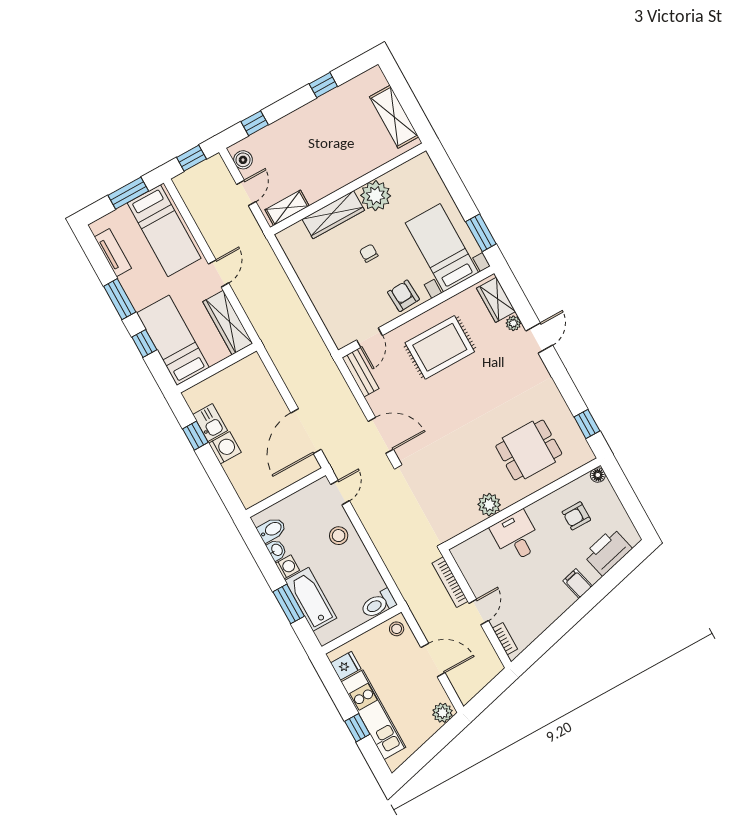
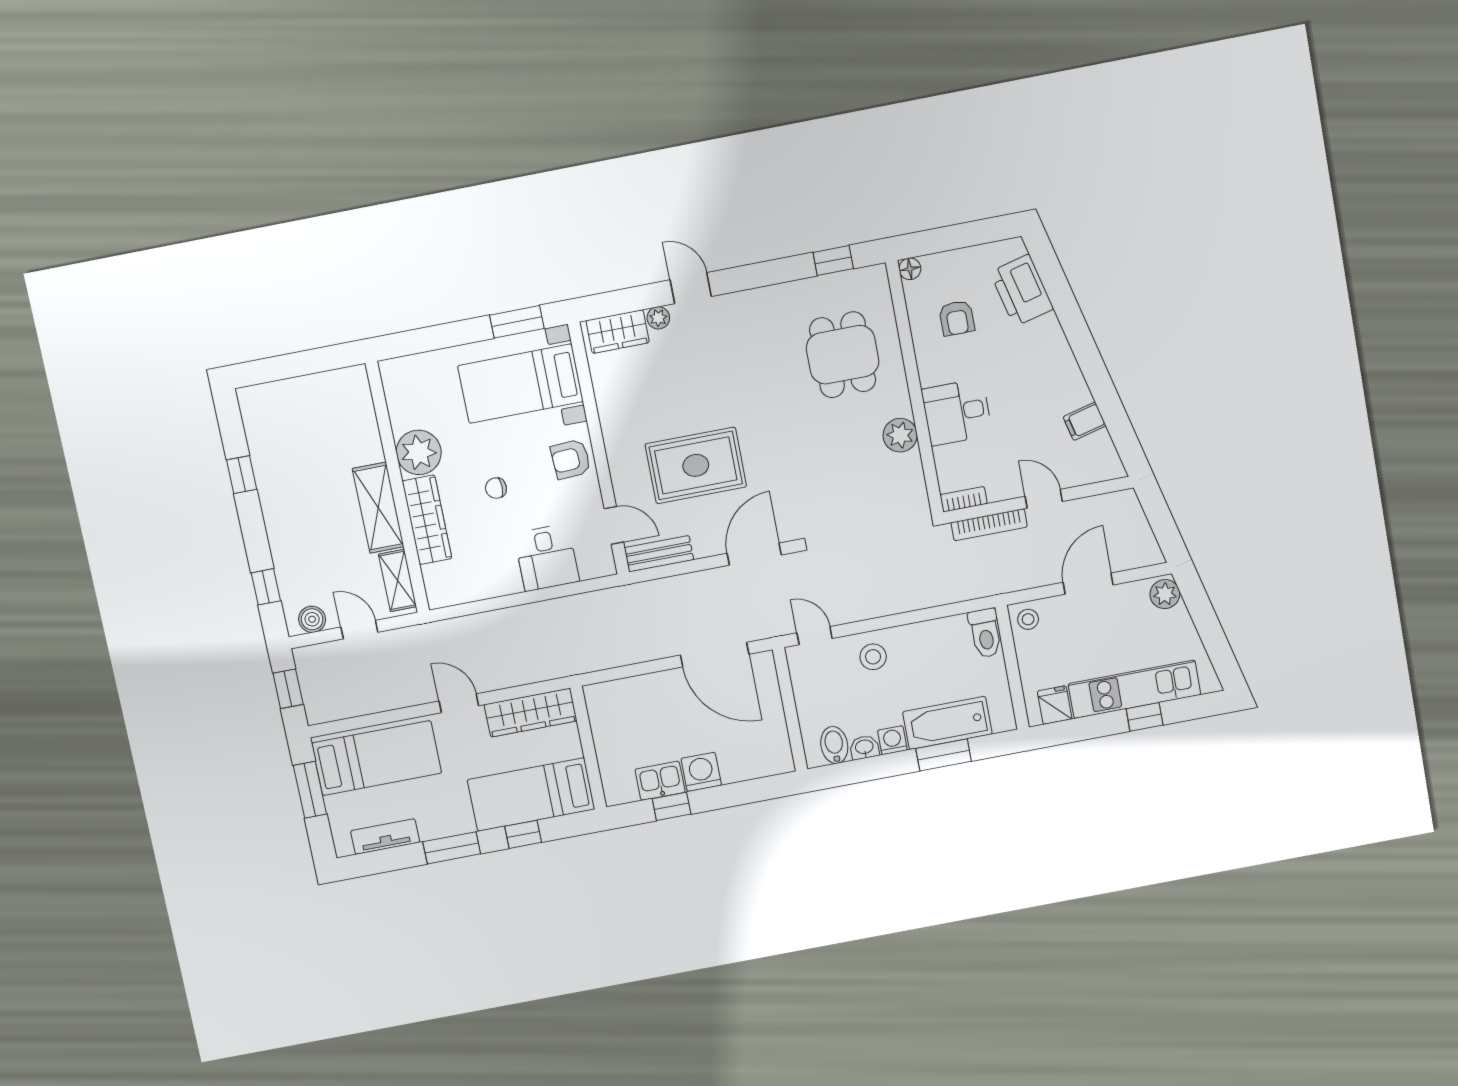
shelving: (394, 117) -> (378, 508), moved, turned 90
desk: (334, 301) -> (547, 558), added
rug: (440, 347) -> (696, 465), moved, turned 90
filing cabinet: (578, 584) -> (1084, 421), moved
bookcase: (505, 639) -> (964, 499), moved

